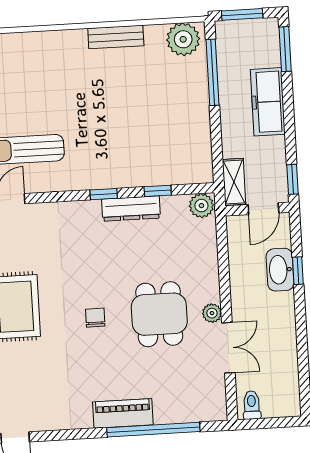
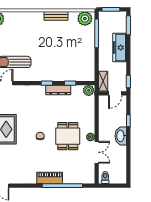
washbasin: (280, 270) -> (121, 136), moved

